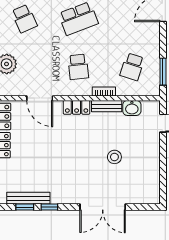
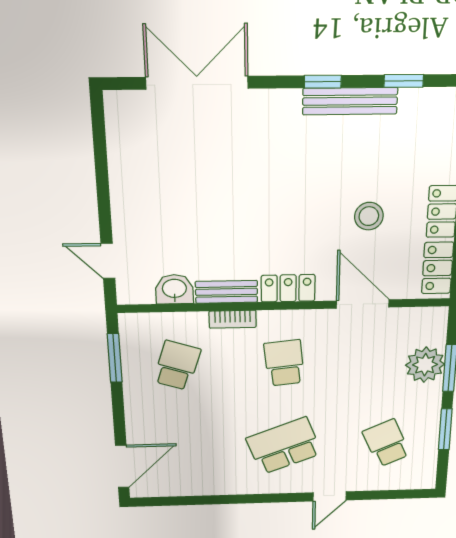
stool: (114, 157) -> (369, 216), moved
bench: (28, 198) -> (350, 101), moved
window: (49, 207) -> (323, 82), moved
double door: (103, 207) -> (197, 83), moved

